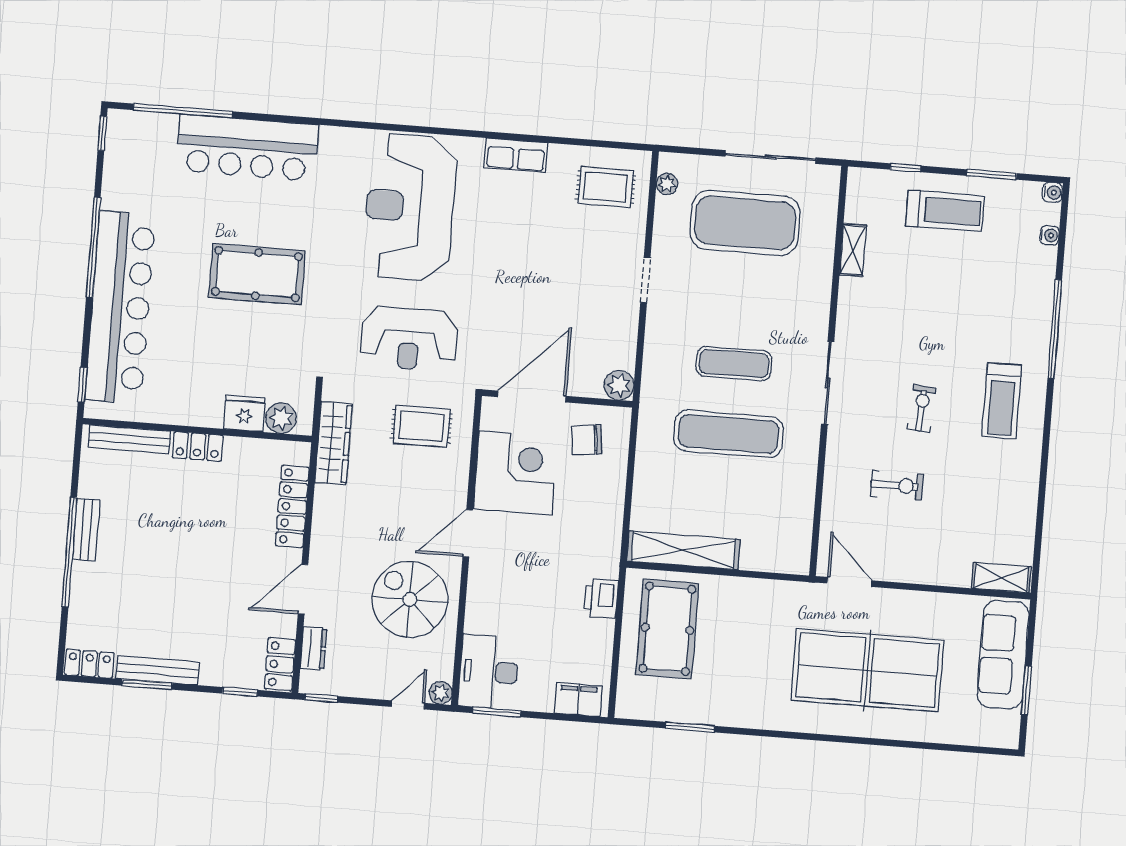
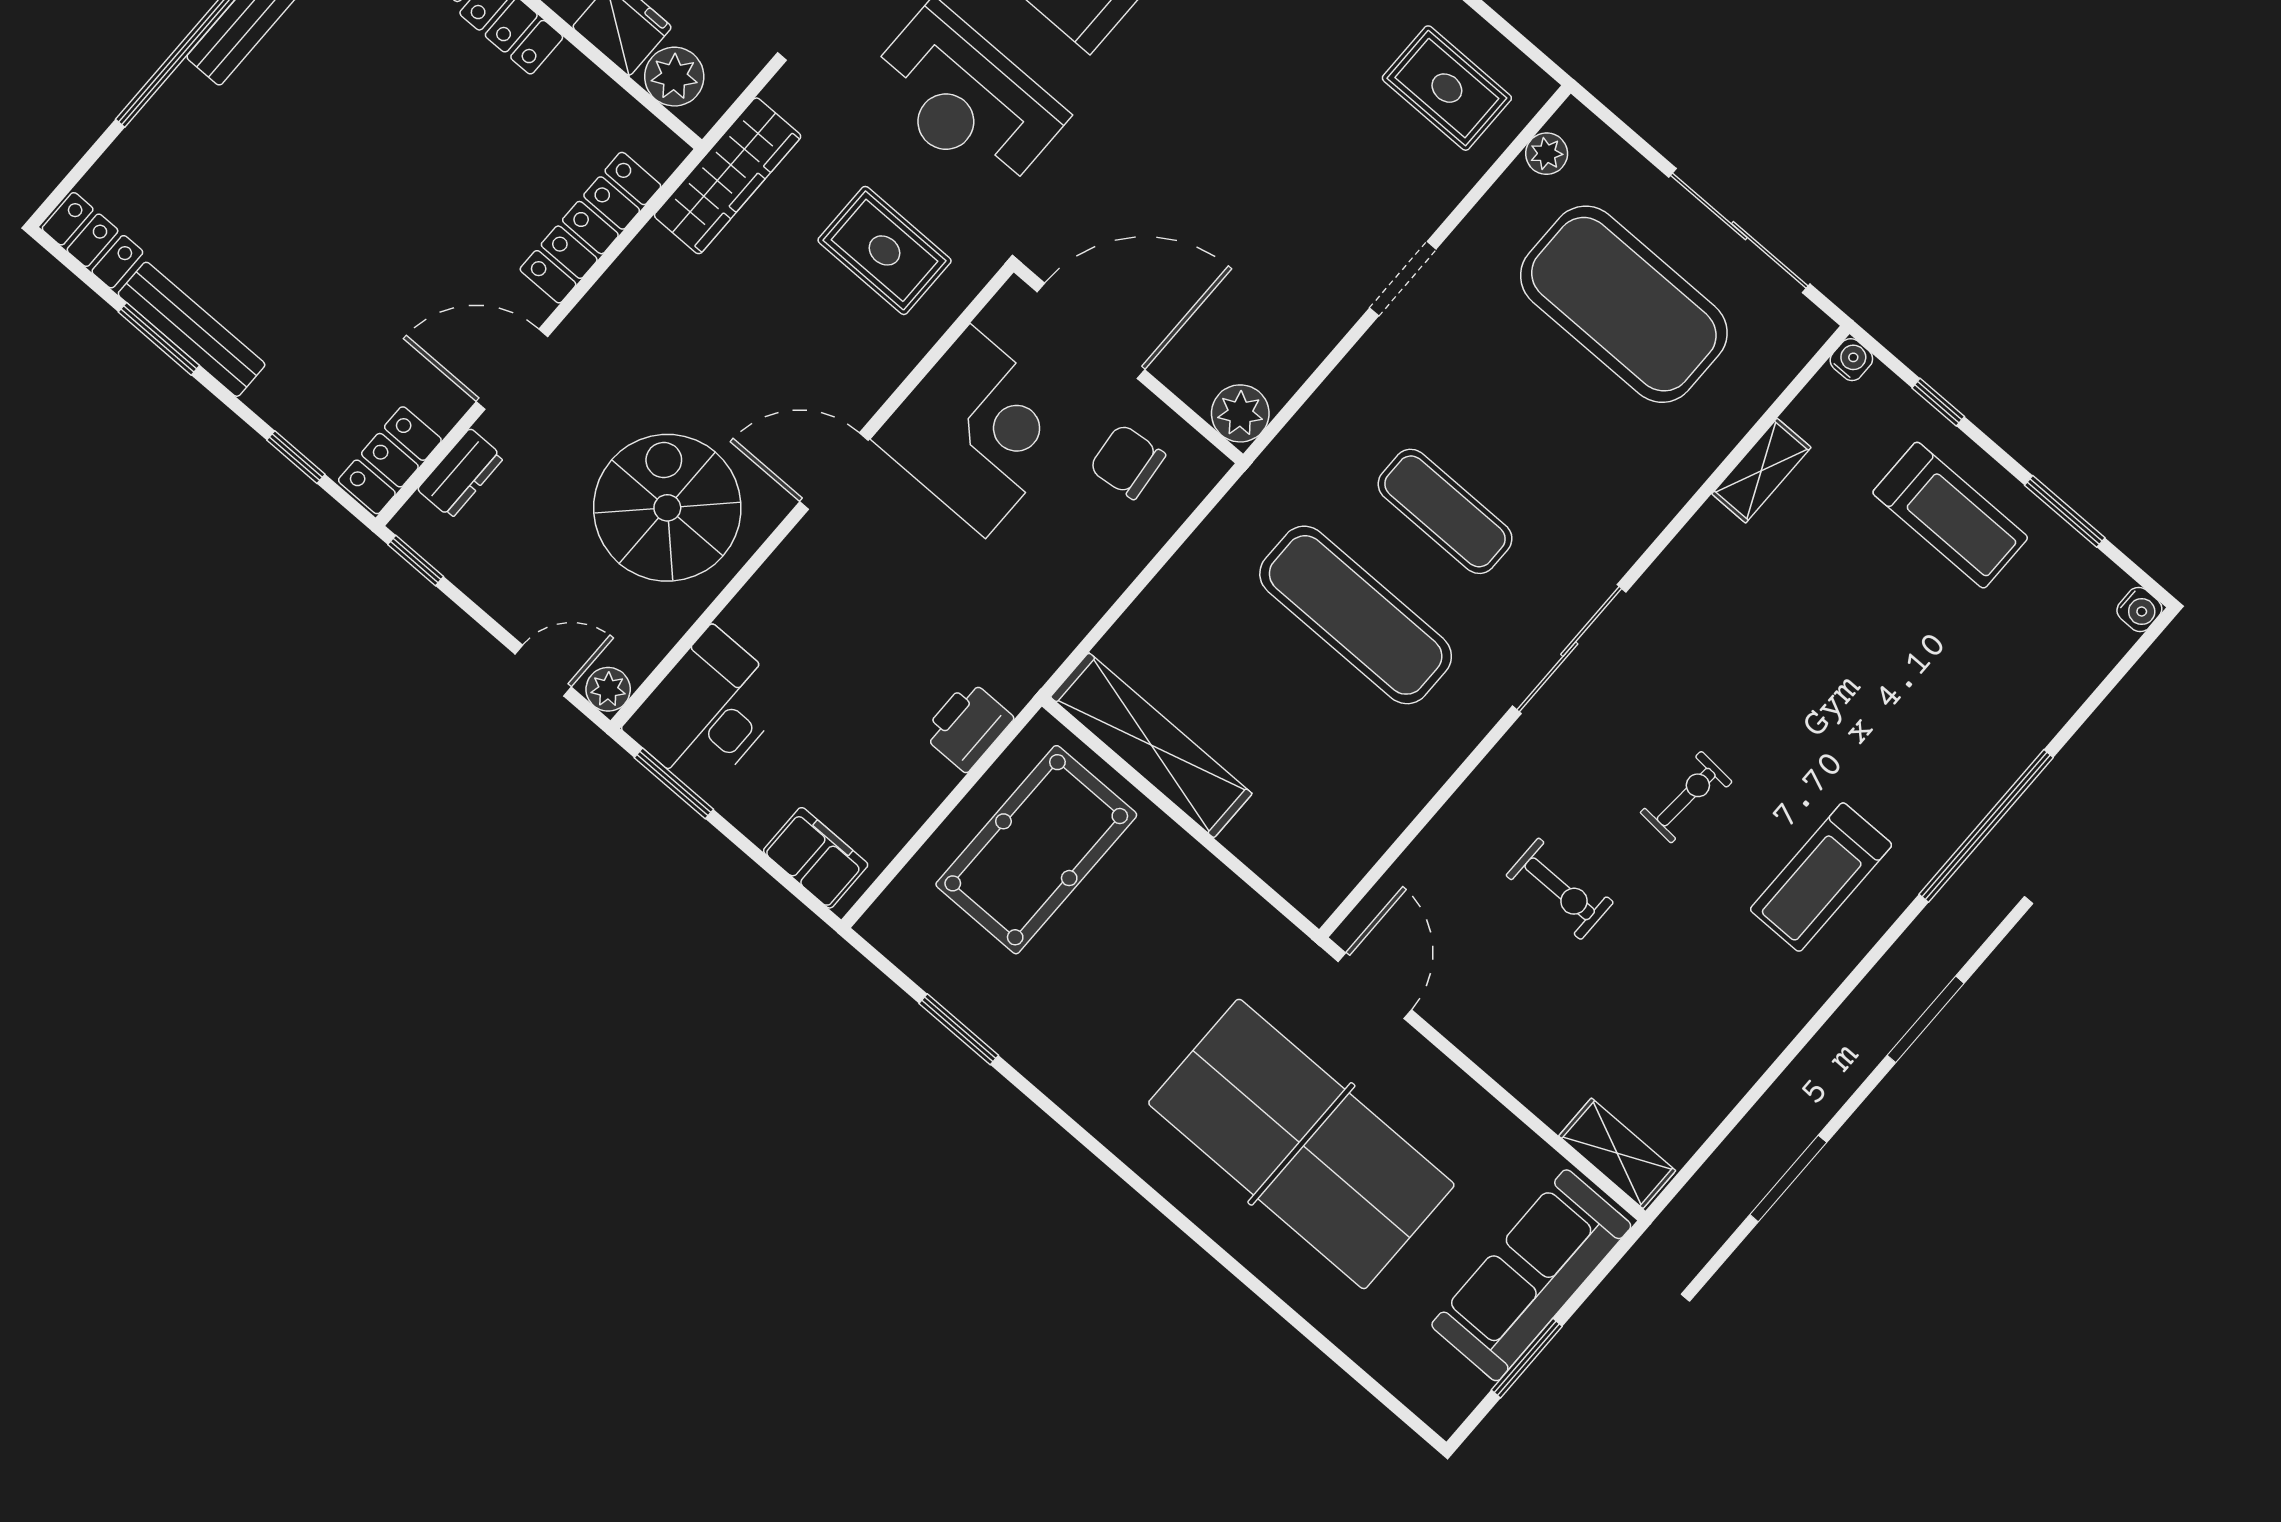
water cooler: (1050, 235) -> (1851, 360), moved, turned -90

